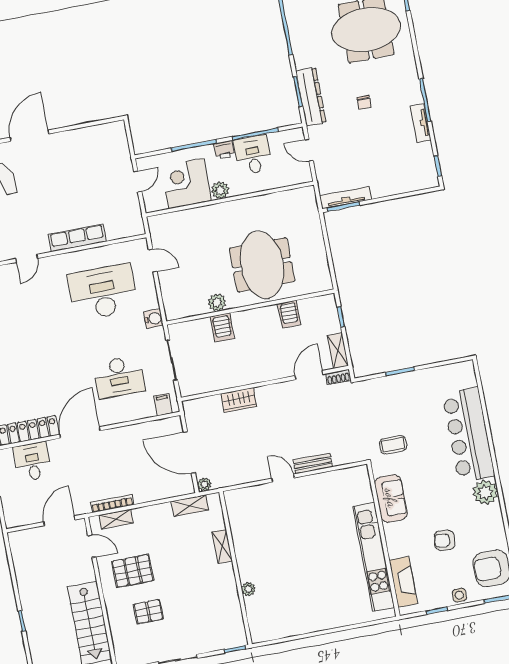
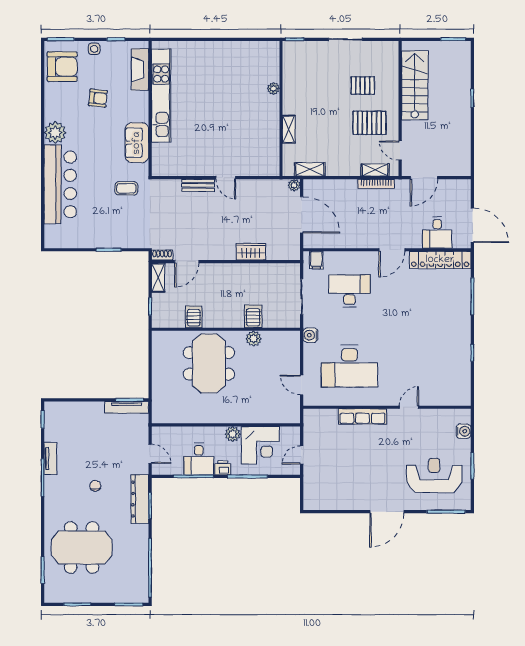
door: (80, 432) -> (392, 250), width x0.73

